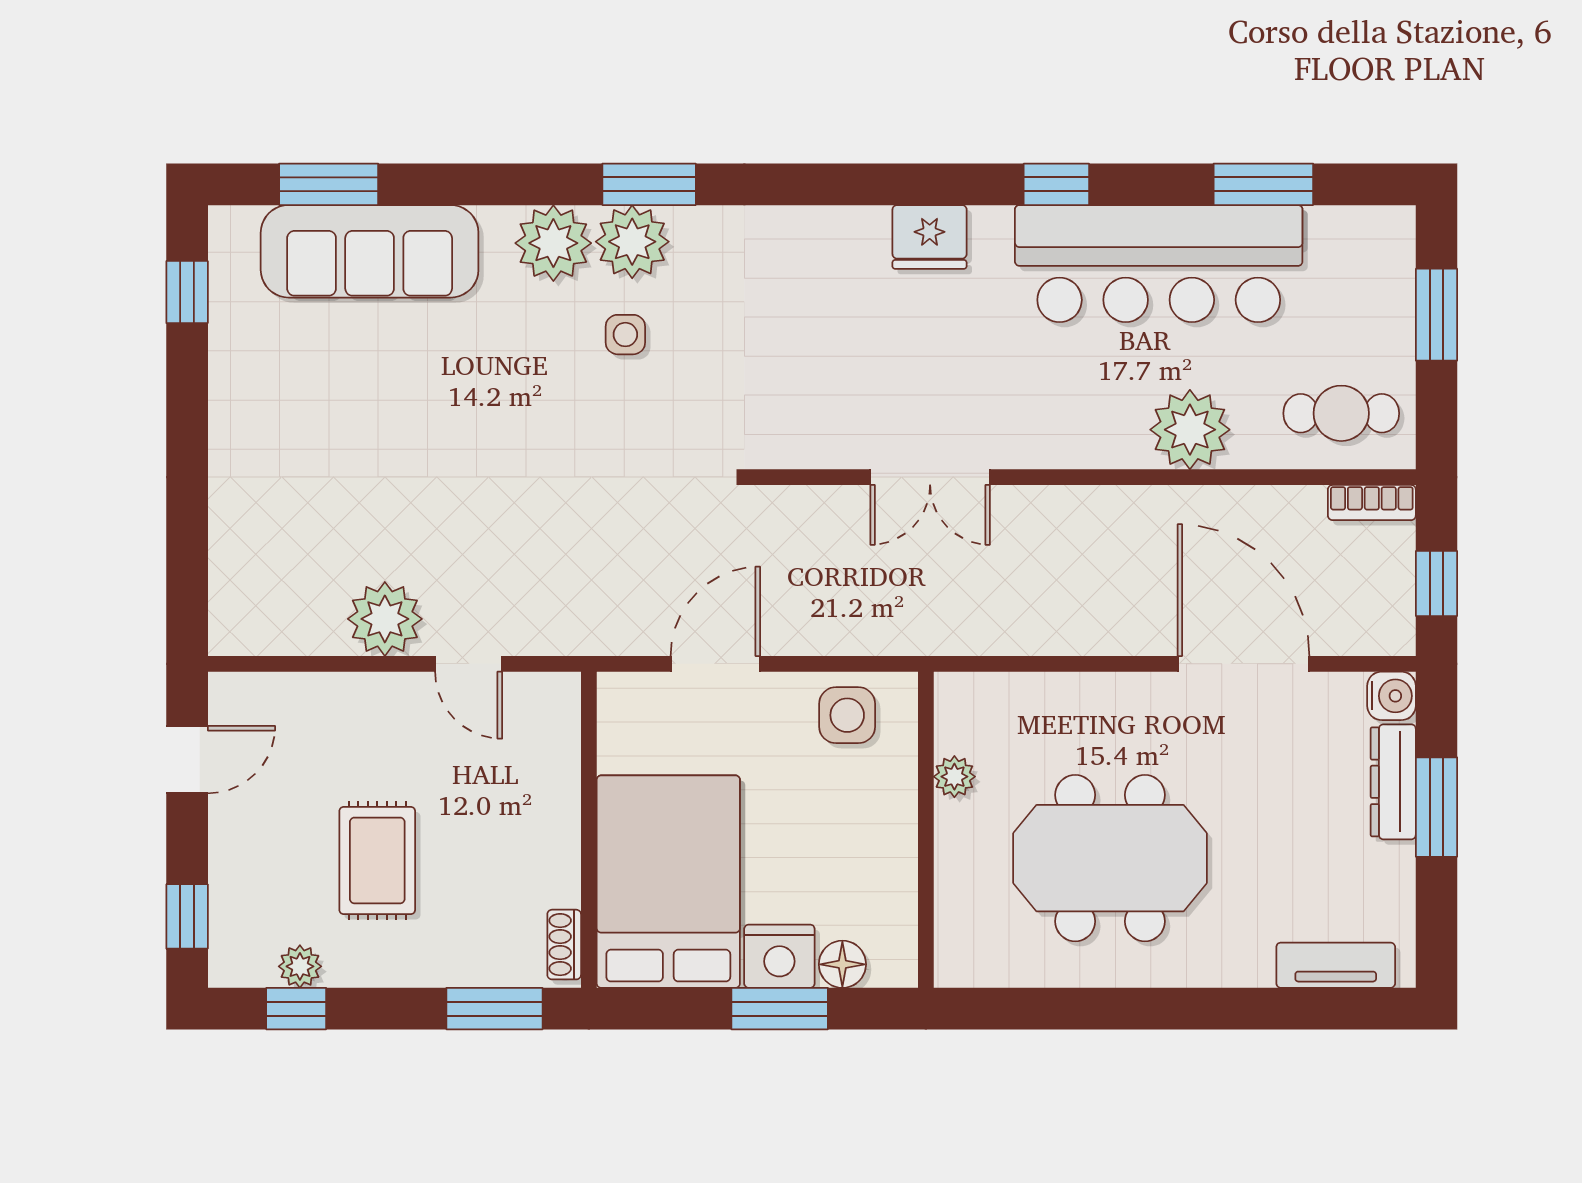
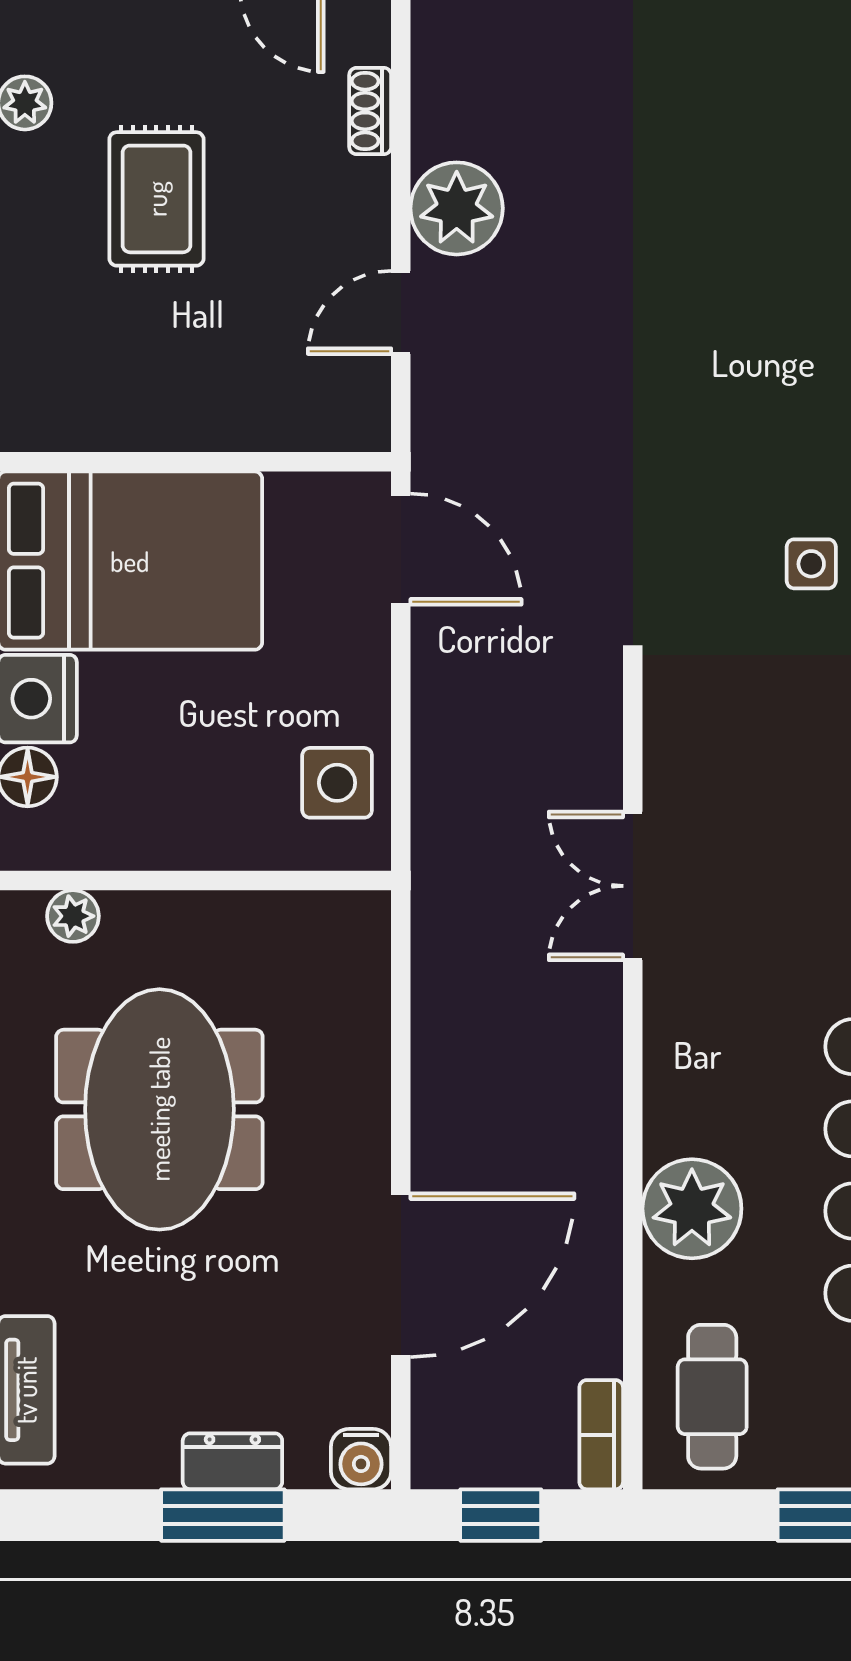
side table: (625, 335) -> (811, 564), moved
door: (715, 664) -> (401, 549), moved
plant: (954, 777) -> (73, 916), moved
dresser: (1393, 782) -> (232, 1461), width x0.70
rug: (377, 860) -> (156, 199), turned 90
shoe rack: (564, 945) -> (370, 111), moved, turned -90

